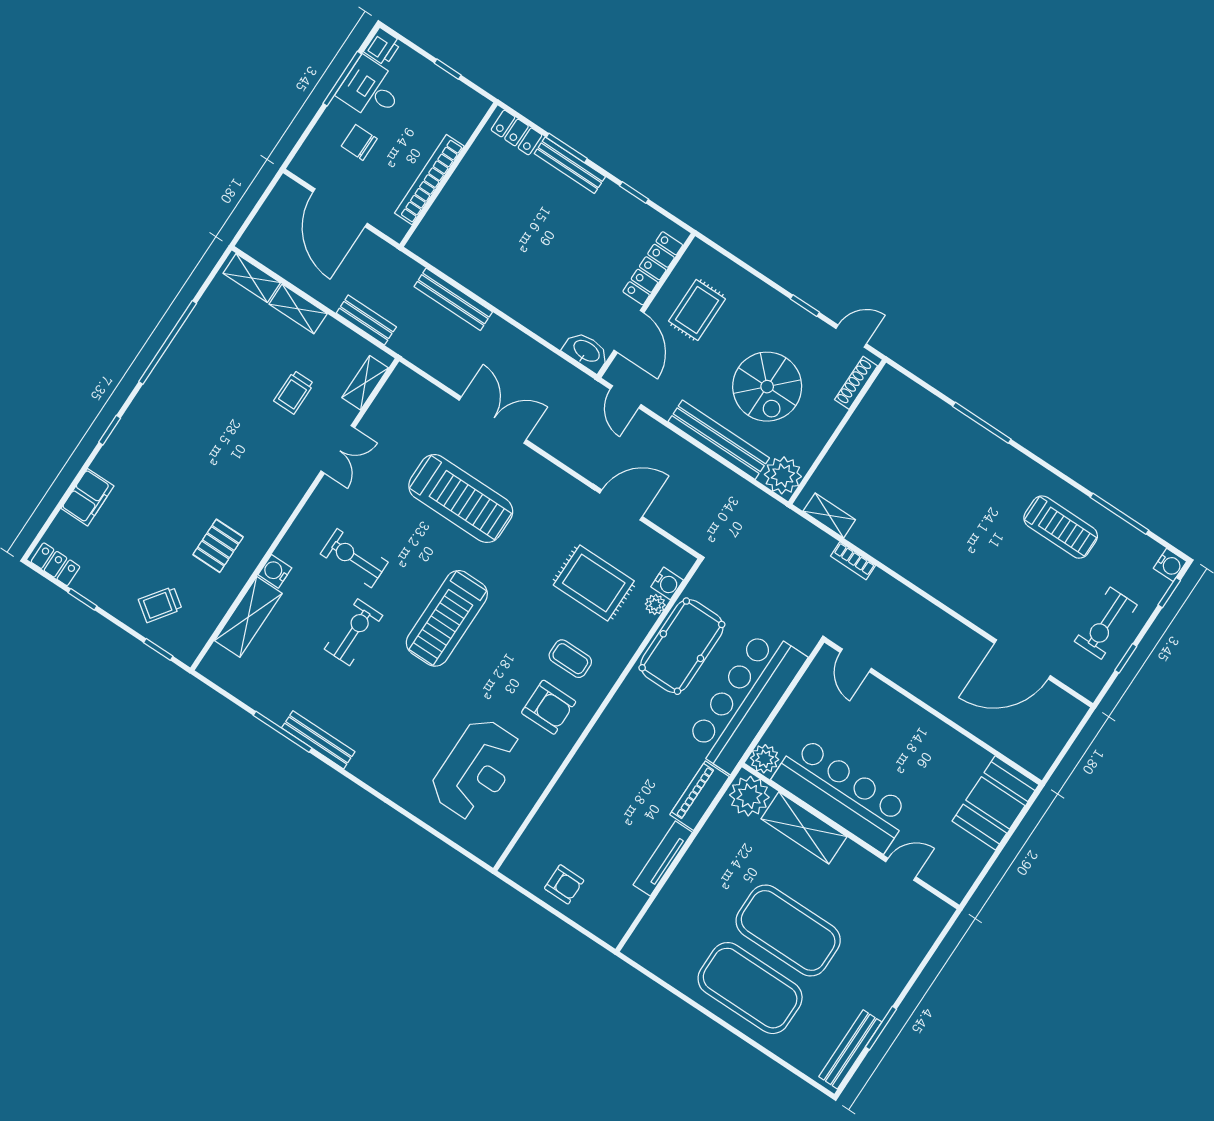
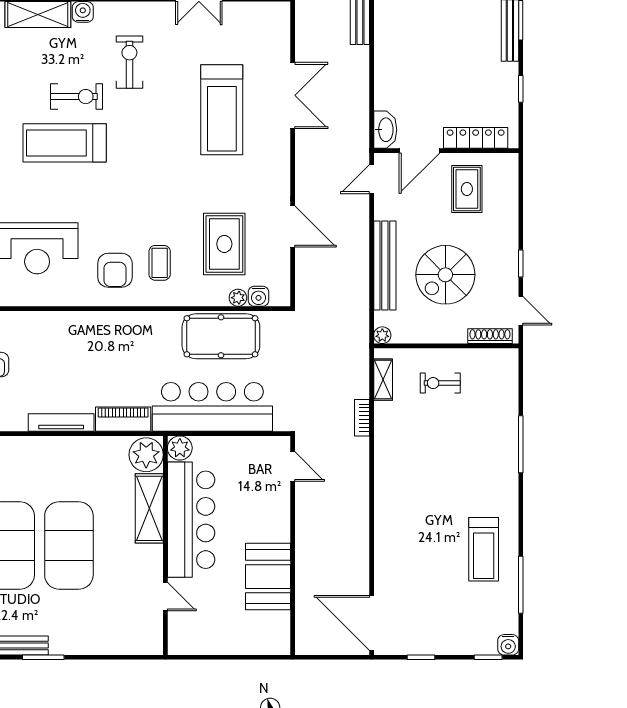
rug: (697, 310) -> (467, 189), turned 90
plant: (783, 475) -> (382, 335), width x0.53, depth x0.53
treadmill: (447, 618) -> (65, 143), moved
exercise bike: (1106, 623) -> (440, 383), moved, width x0.73, depth x0.72
door: (1022, 659) -> (372, 623), moved
door: (856, 660) -> (293, 466), swing flipped
booth: (995, 803) -> (268, 577), moved, turned 90

